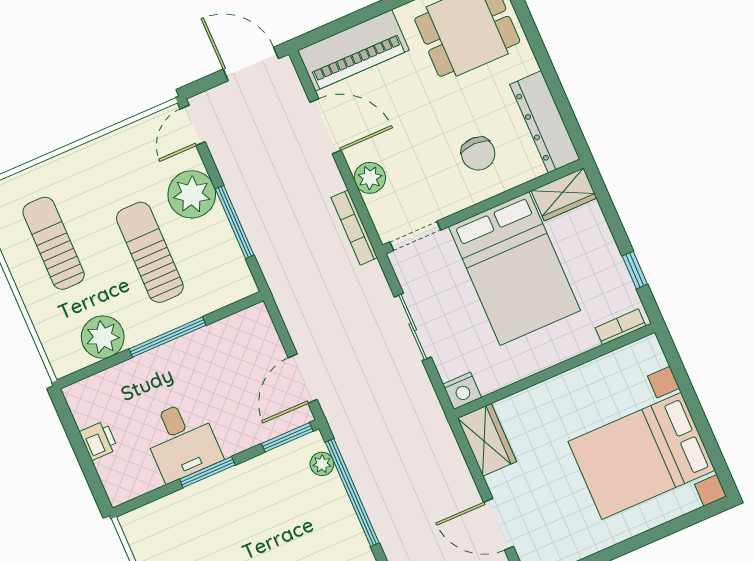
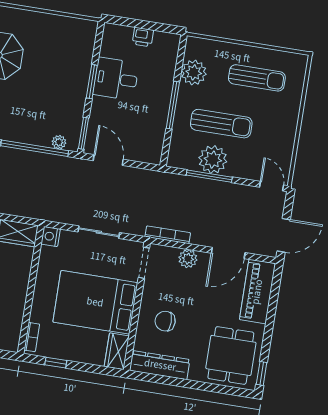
plant: (192, 194) -> (213, 160), moved

